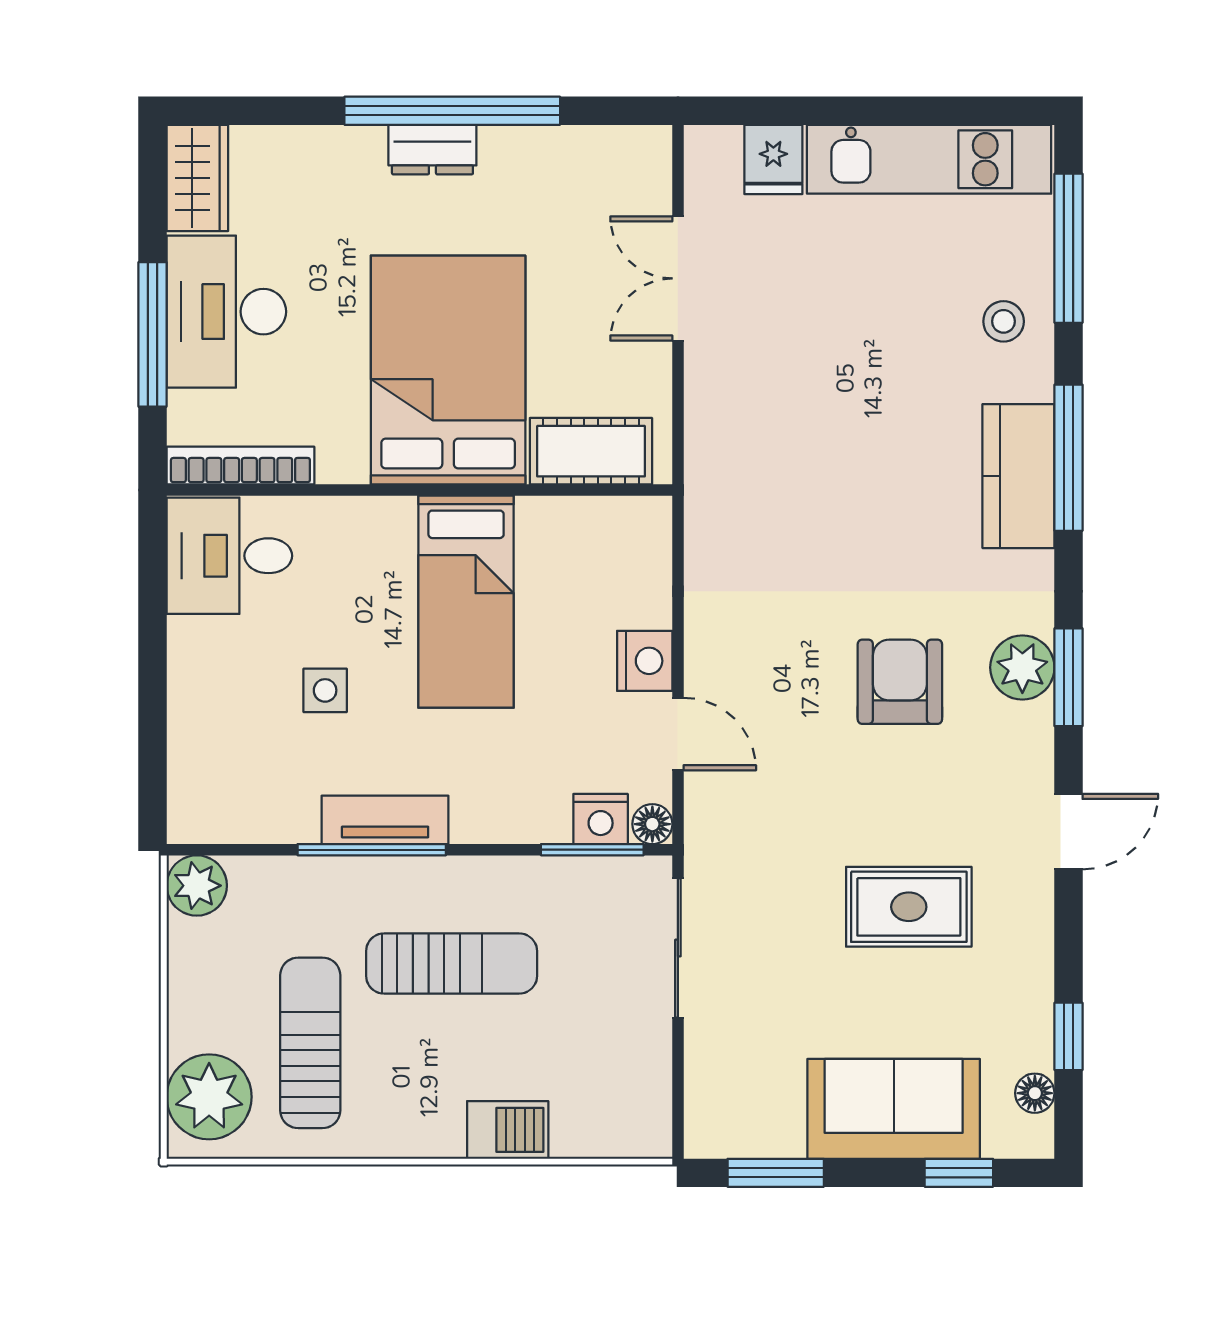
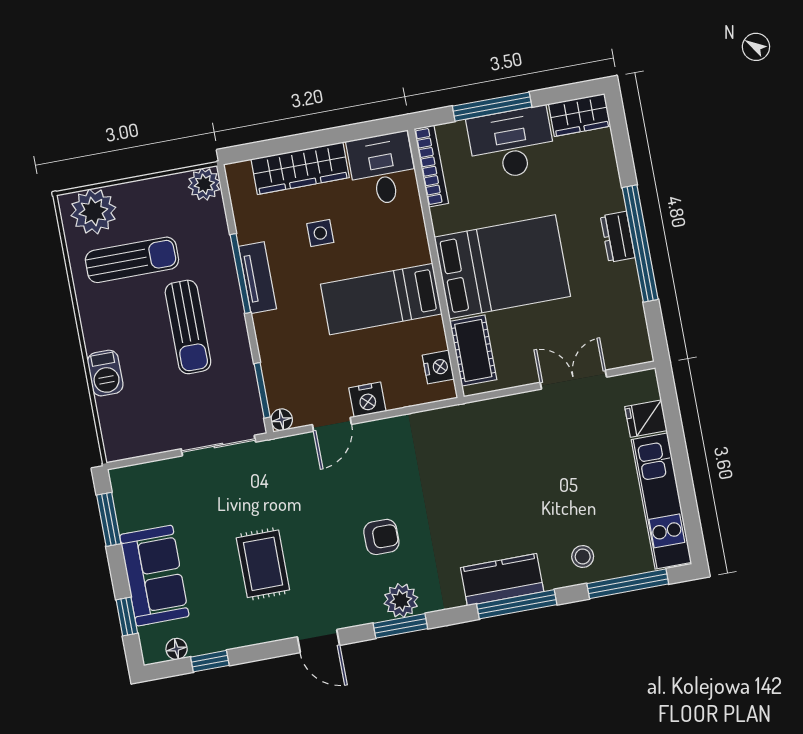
armchair: (900, 682) -> (381, 537), width x0.72, depth x0.72
wardrobe: (200, 705) -> (300, 168), added
nightstand: (601, 819) -> (438, 367), moved, turned 180

